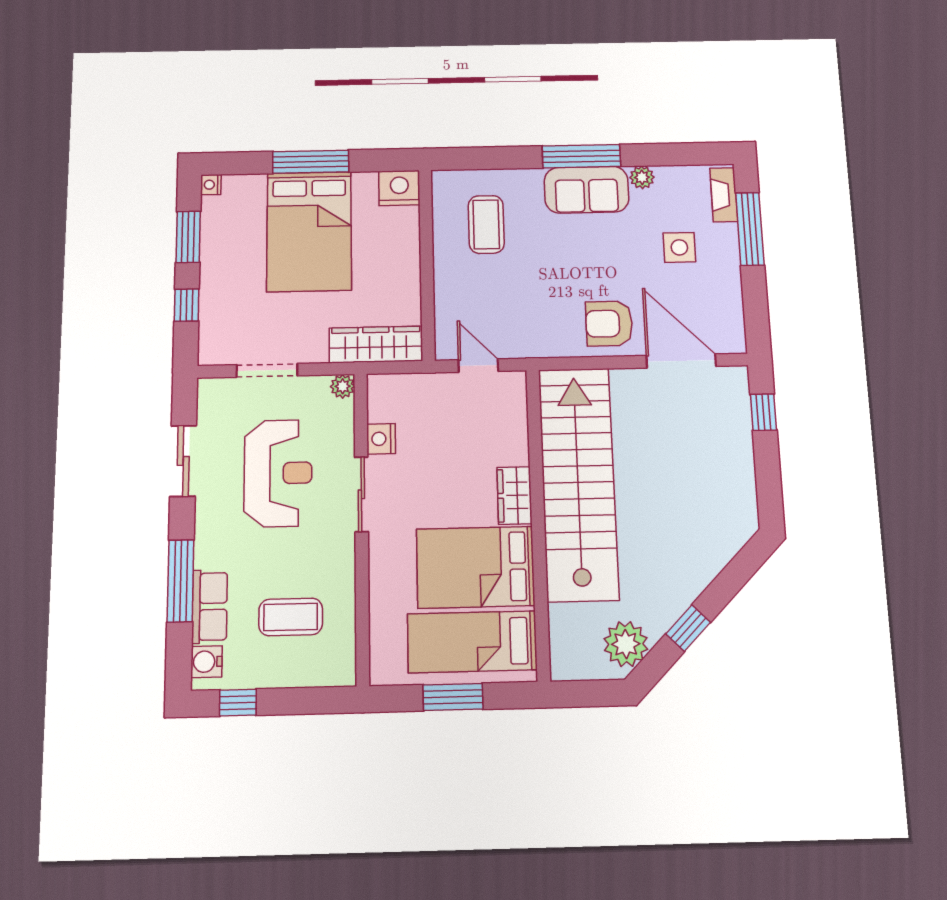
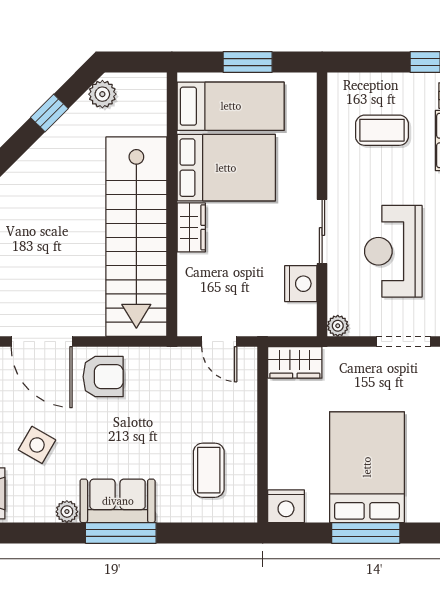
side table: (679, 247) -> (37, 445), turned 30
wardrobe: (376, 344) -> (295, 362), width x0.67
nightstand: (381, 439) -> (301, 284), width x1.36, depth x1.33
plant: (626, 644) -> (102, 94), width x0.73, depth x0.73

